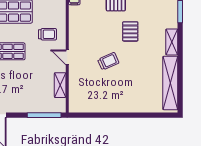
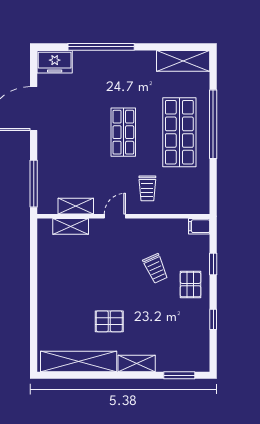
pallet: (130, 31) -> (109, 321), moved
trolley: (108, 61) -> (156, 268), moved
shelving: (74, 89) -> (71, 226), added

